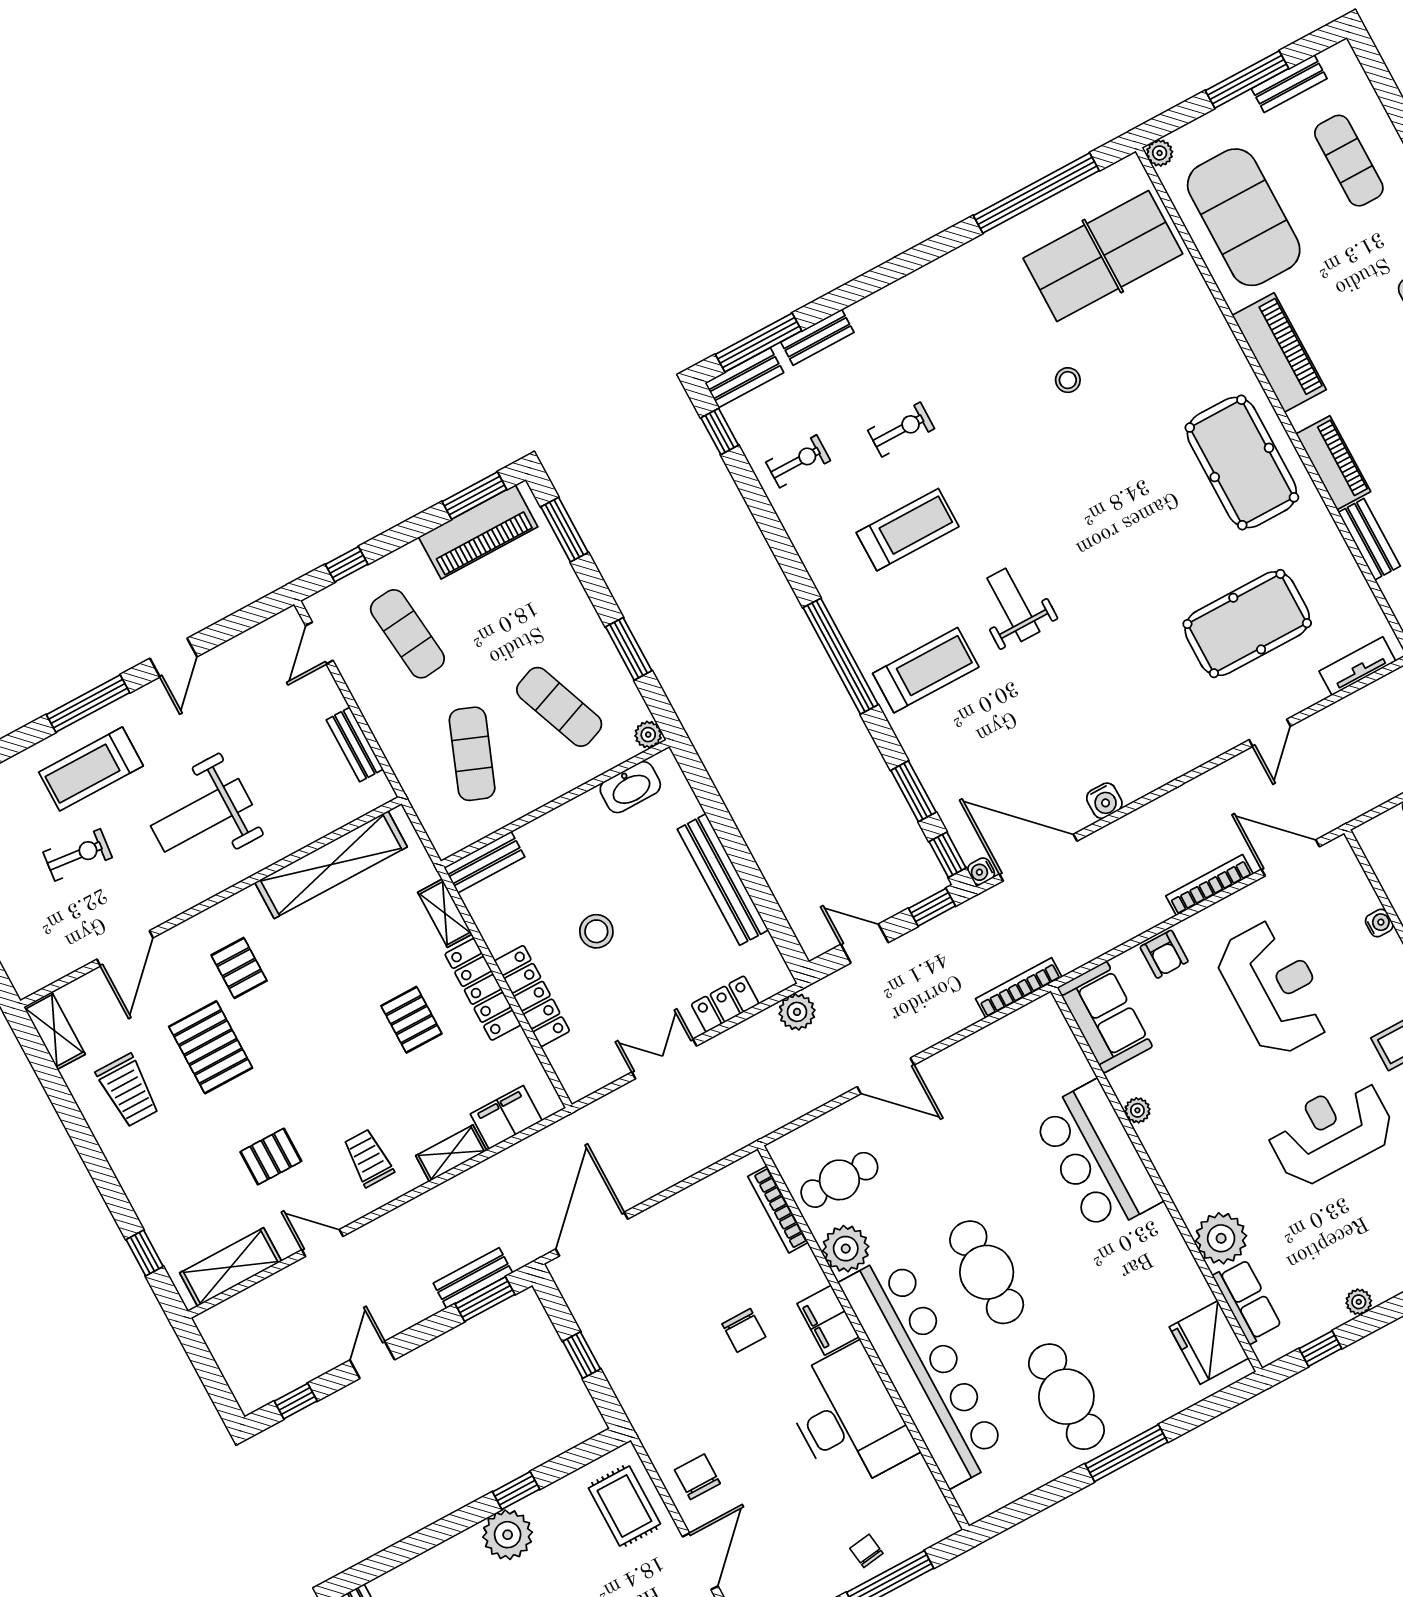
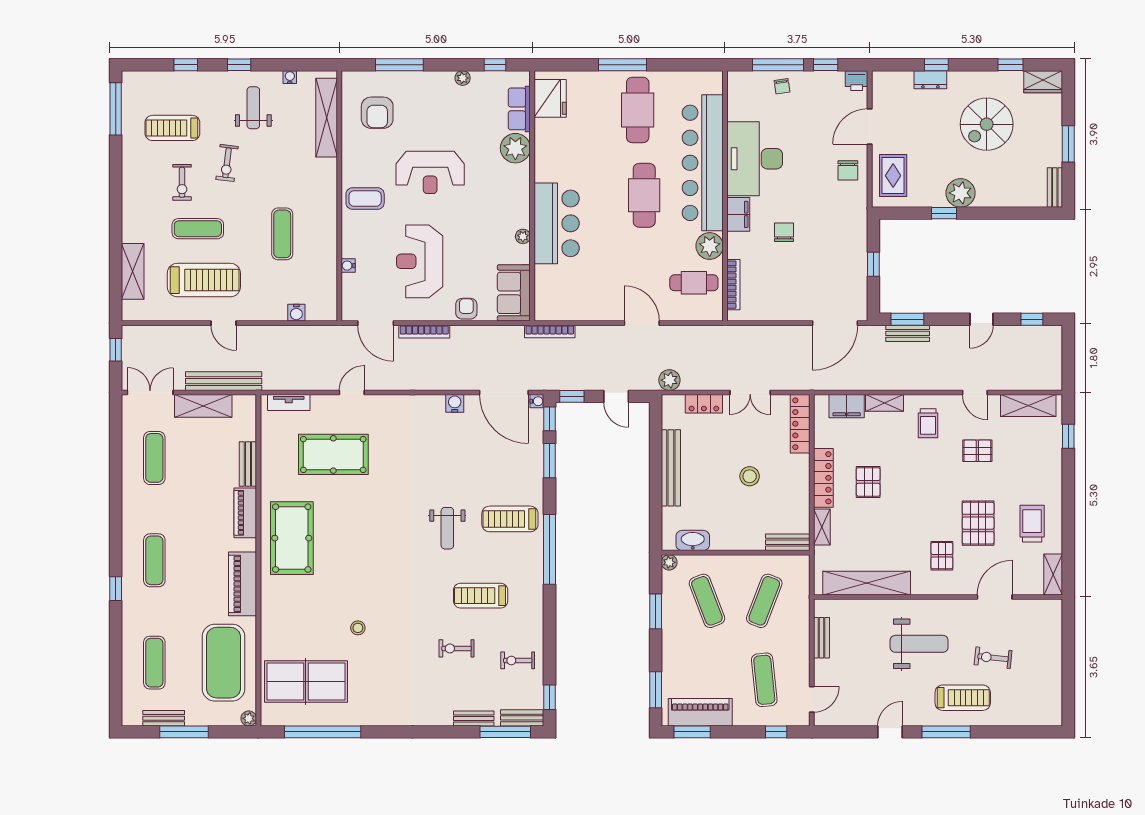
locker: (532, 996) -> (800, 424), moved

